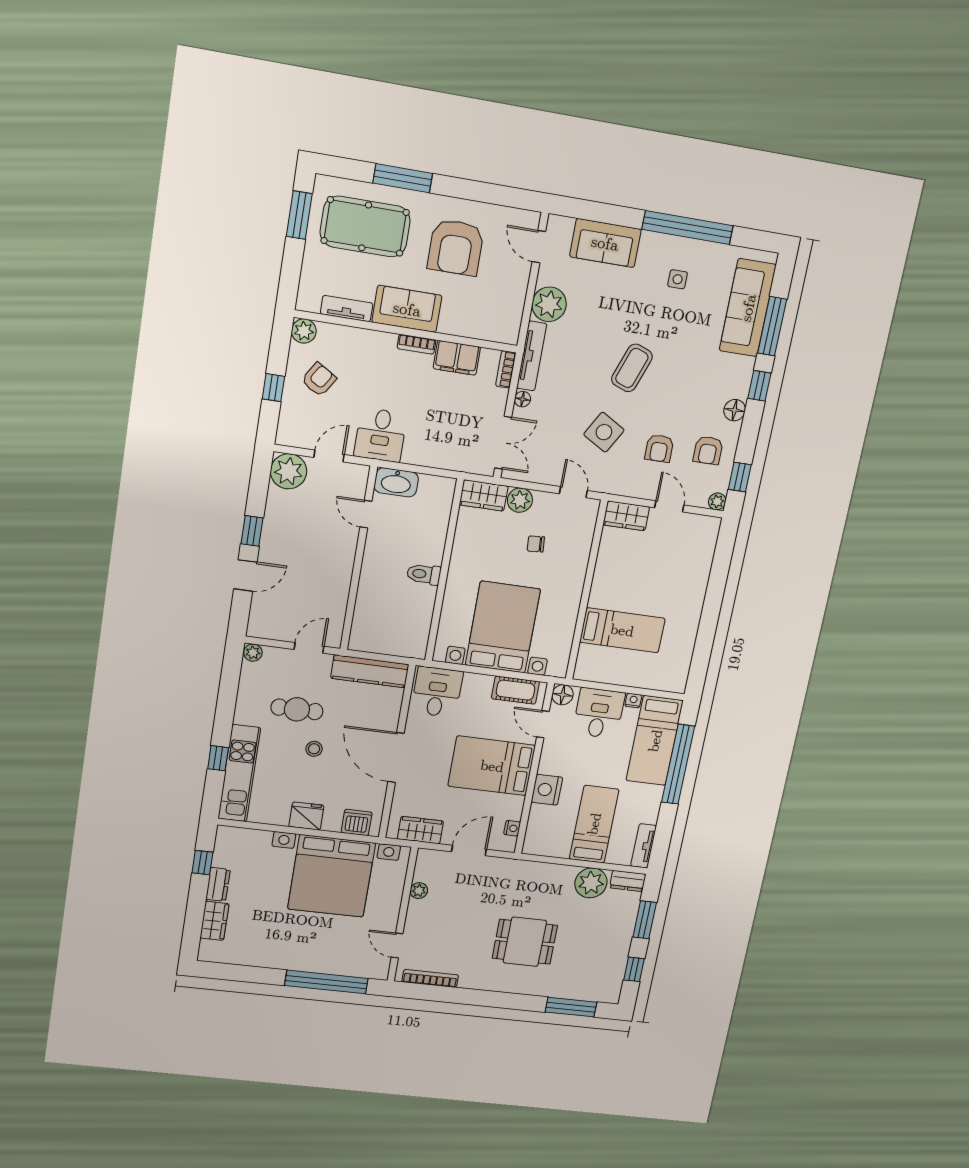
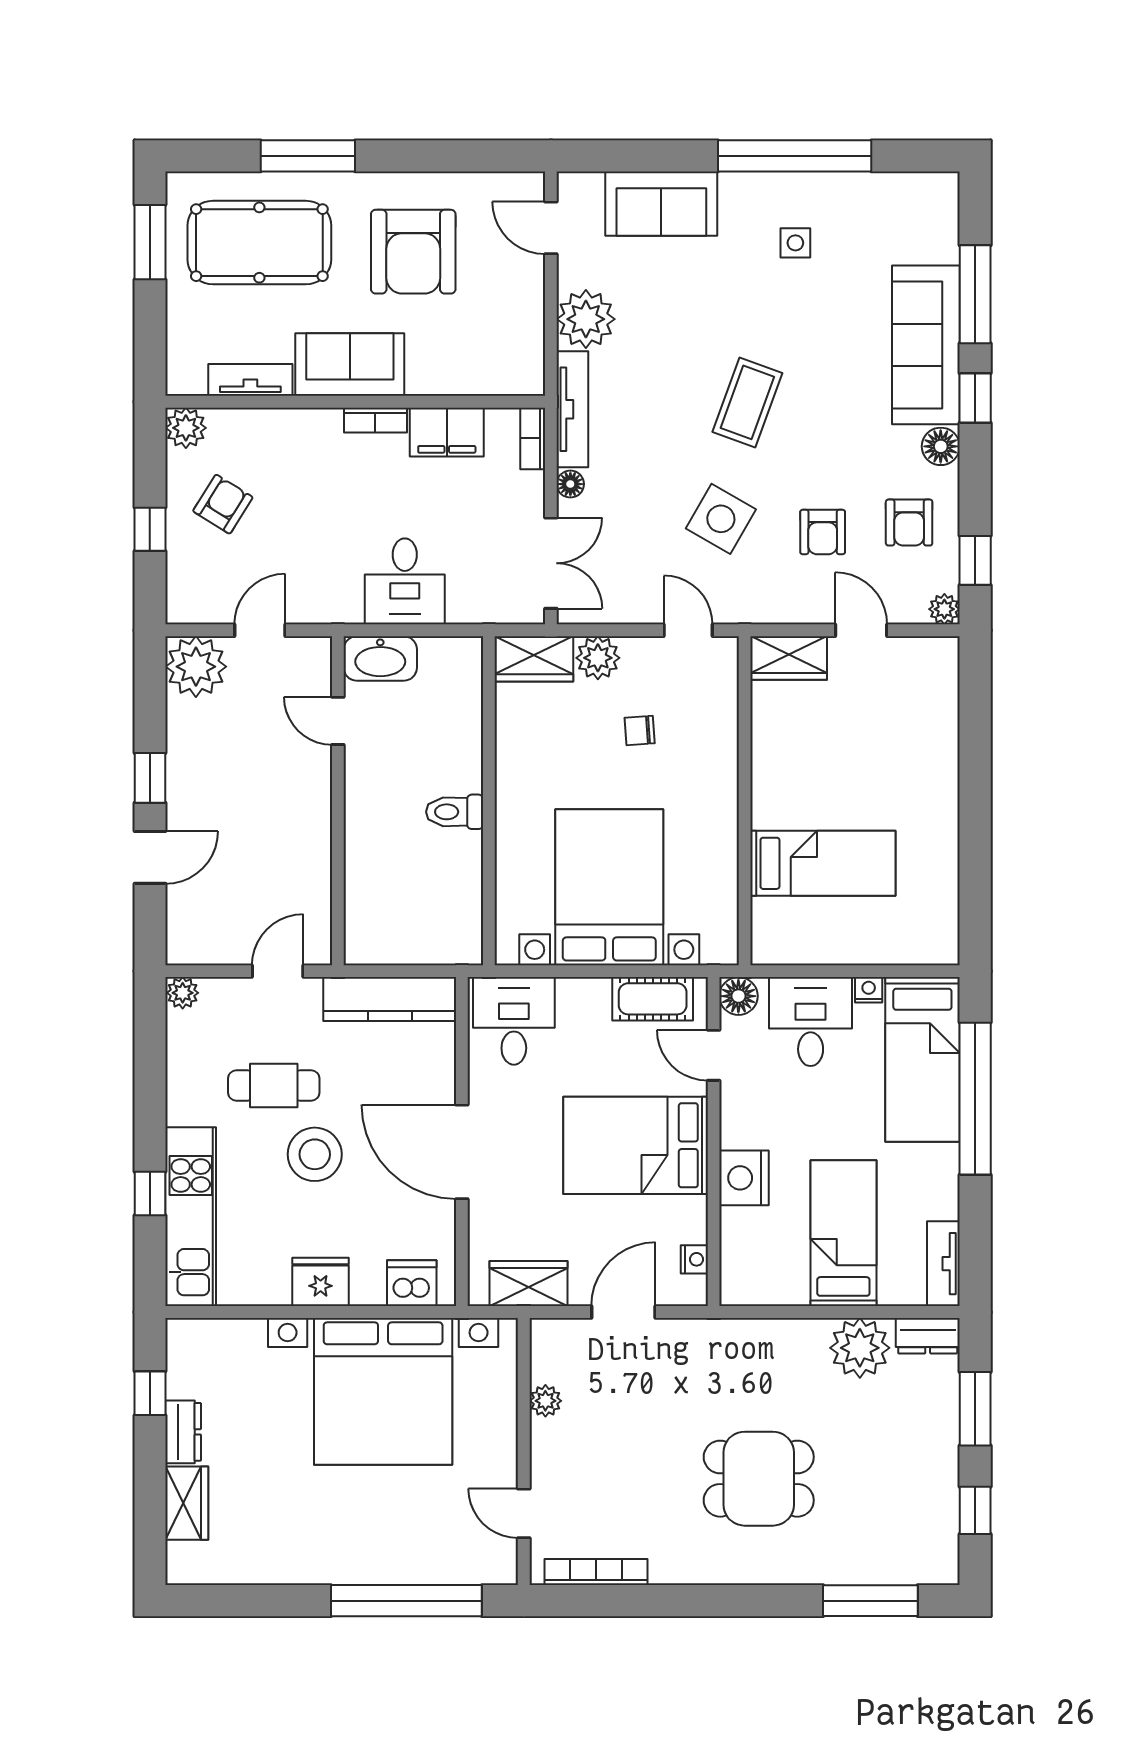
sofa: (748, 308) -> (926, 345), moved
desk: (380, 435) -> (405, 581), moved
stool: (314, 749) -> (315, 1154), width x1.89, depth x1.89

